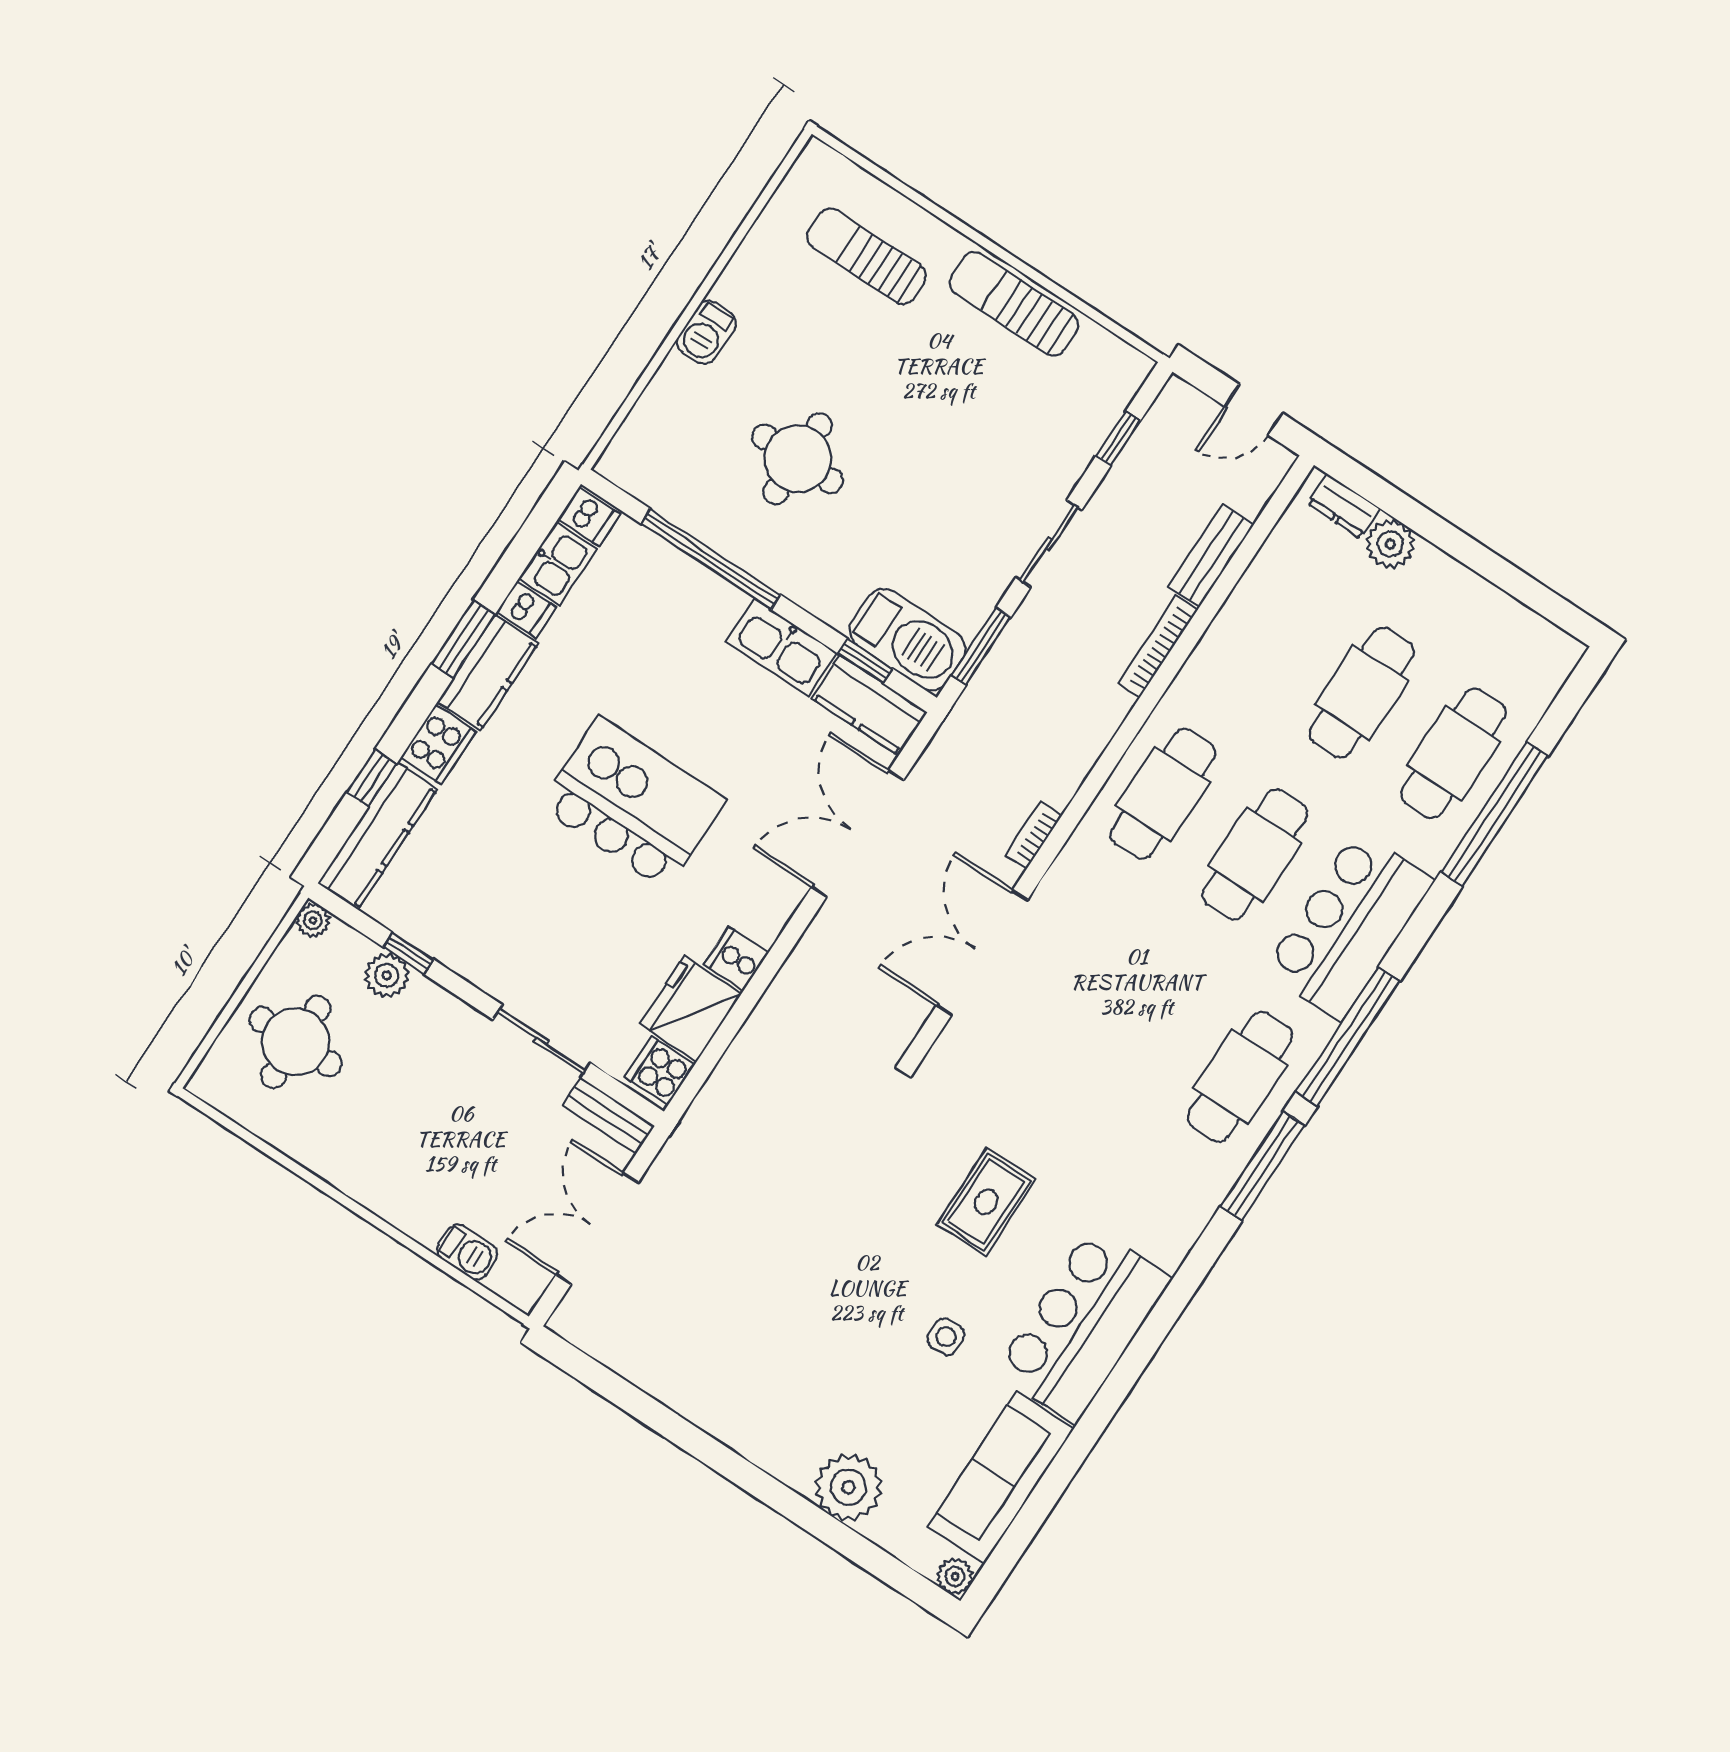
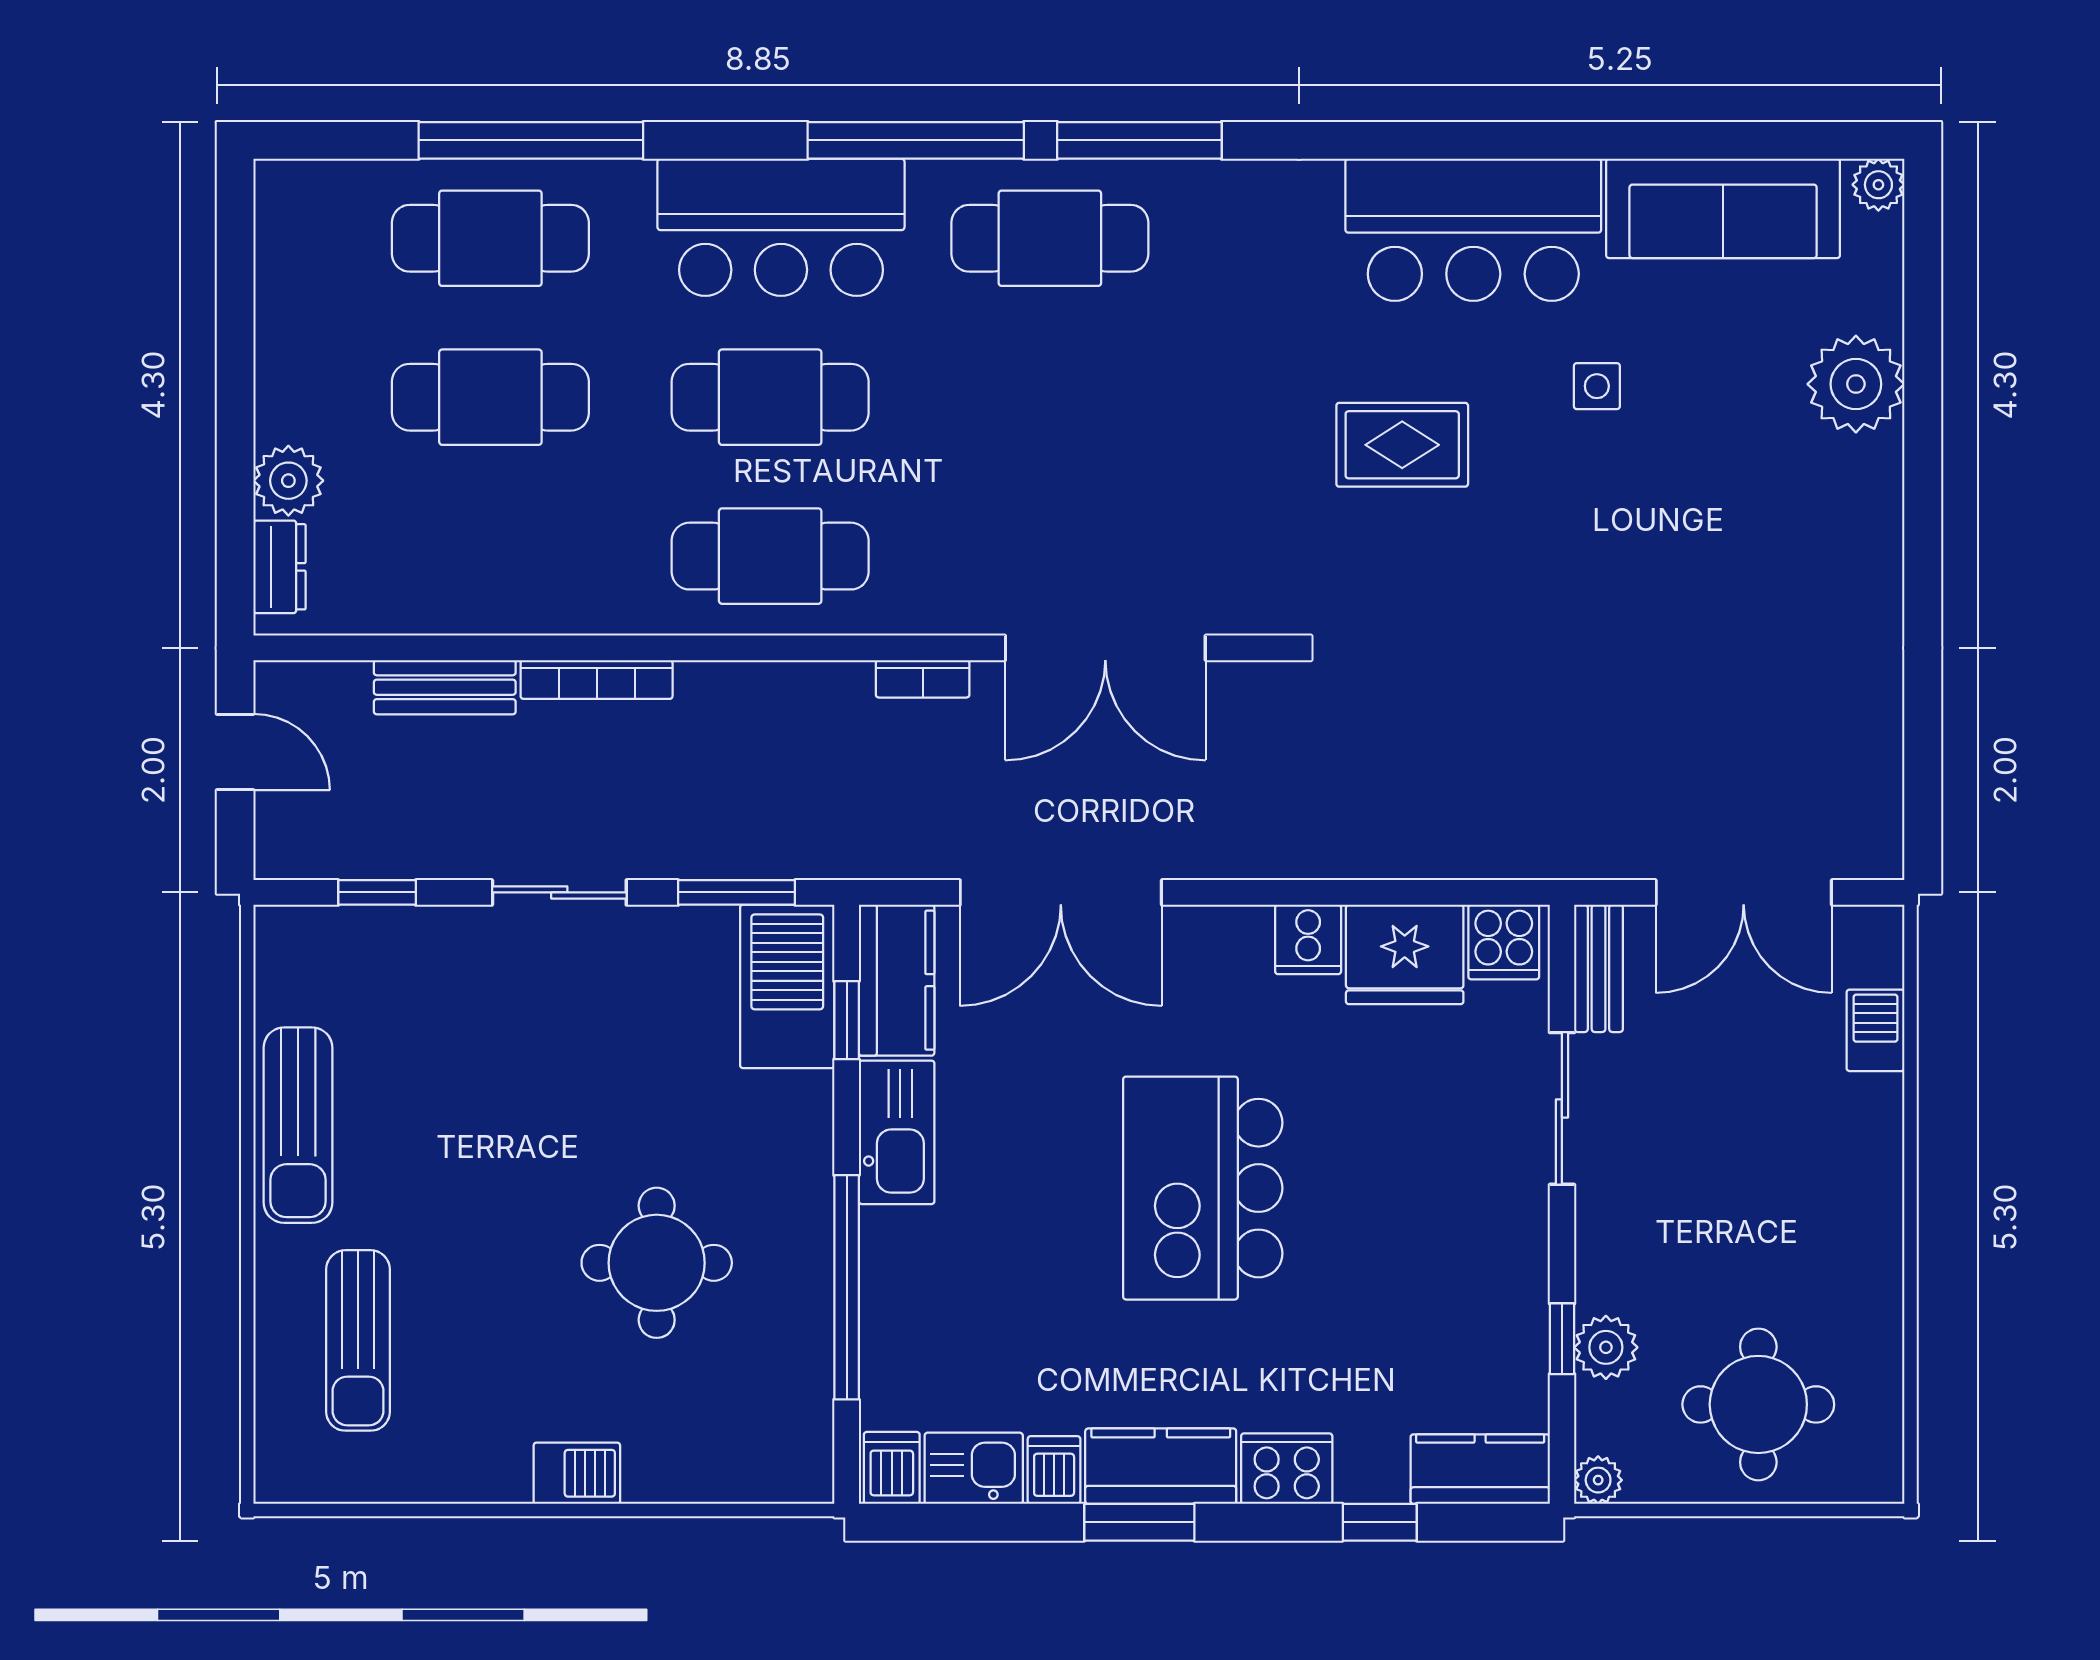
kitchen counter: (377, 836) -> (1480, 1469), width x0.67

